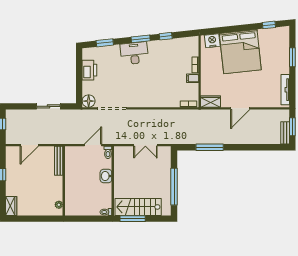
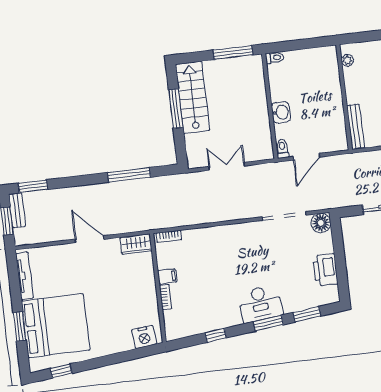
window: (141, 39) -> (268, 323), moved
bed: (240, 52) -> (56, 326), moved, turned 96
door: (240, 108) -> (90, 239), hinge flipped
window: (273, 147) -> (33, 186), added
window: (174, 187) -> (176, 109), width x0.68
stairs: (138, 207) -> (193, 97), moved, turned -90

